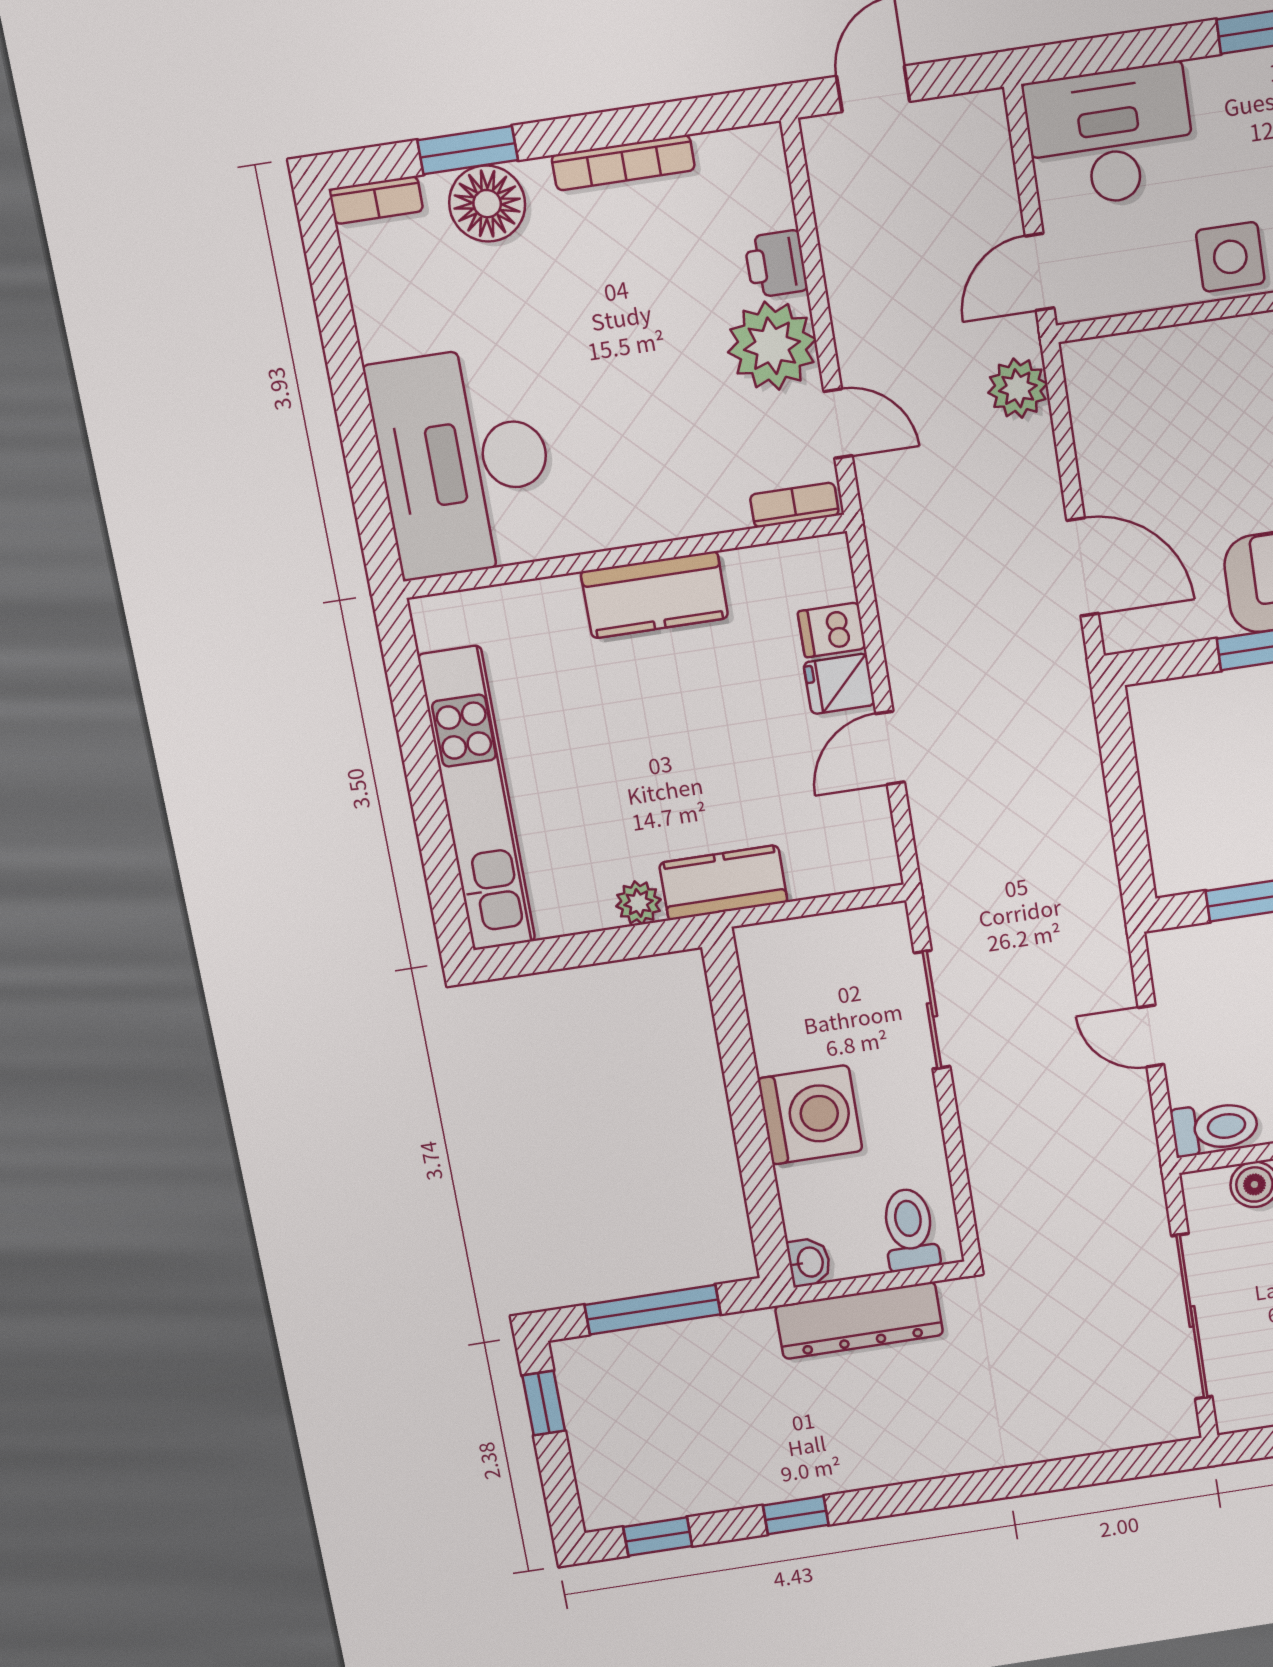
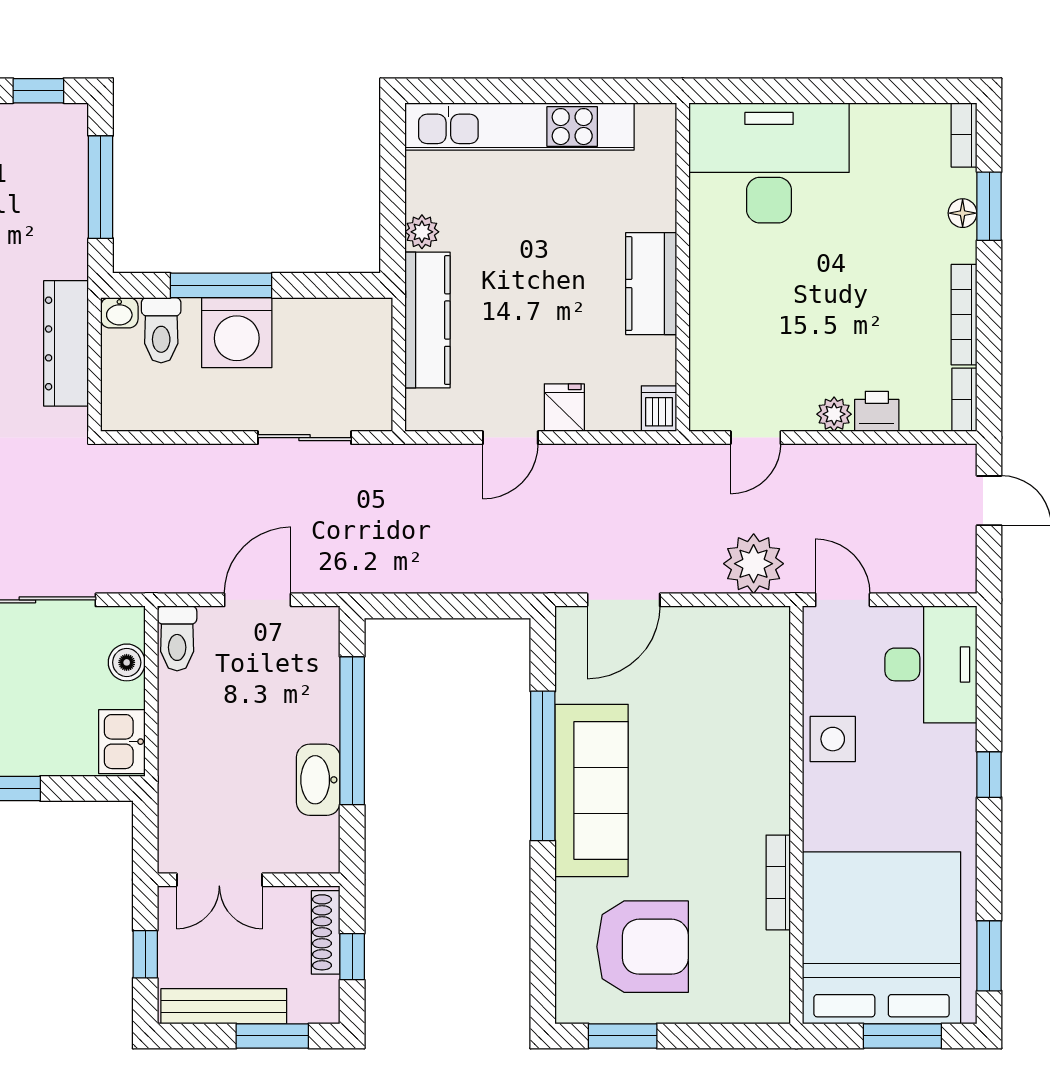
floor lamp: (487, 204) -> (963, 213), width x0.53, depth x0.53
plant: (772, 346) -> (834, 414), width x0.53, depth x0.53
plant: (1018, 388) -> (754, 564), width x1.36, depth x1.36
bookcase: (794, 505) -> (964, 399), moved, turned 180
dishwasher: (832, 630) -> (659, 409), moved
door: (890, 748) -> (510, 438), swing flipped
kitchen counter: (723, 883) -> (427, 320), width x1.50
door: (1151, 1036) -> (258, 600), width x1.38
window: (753, 1143) -> (221, 285), added
toilet: (910, 1229) -> (161, 330), moved, turned 90

